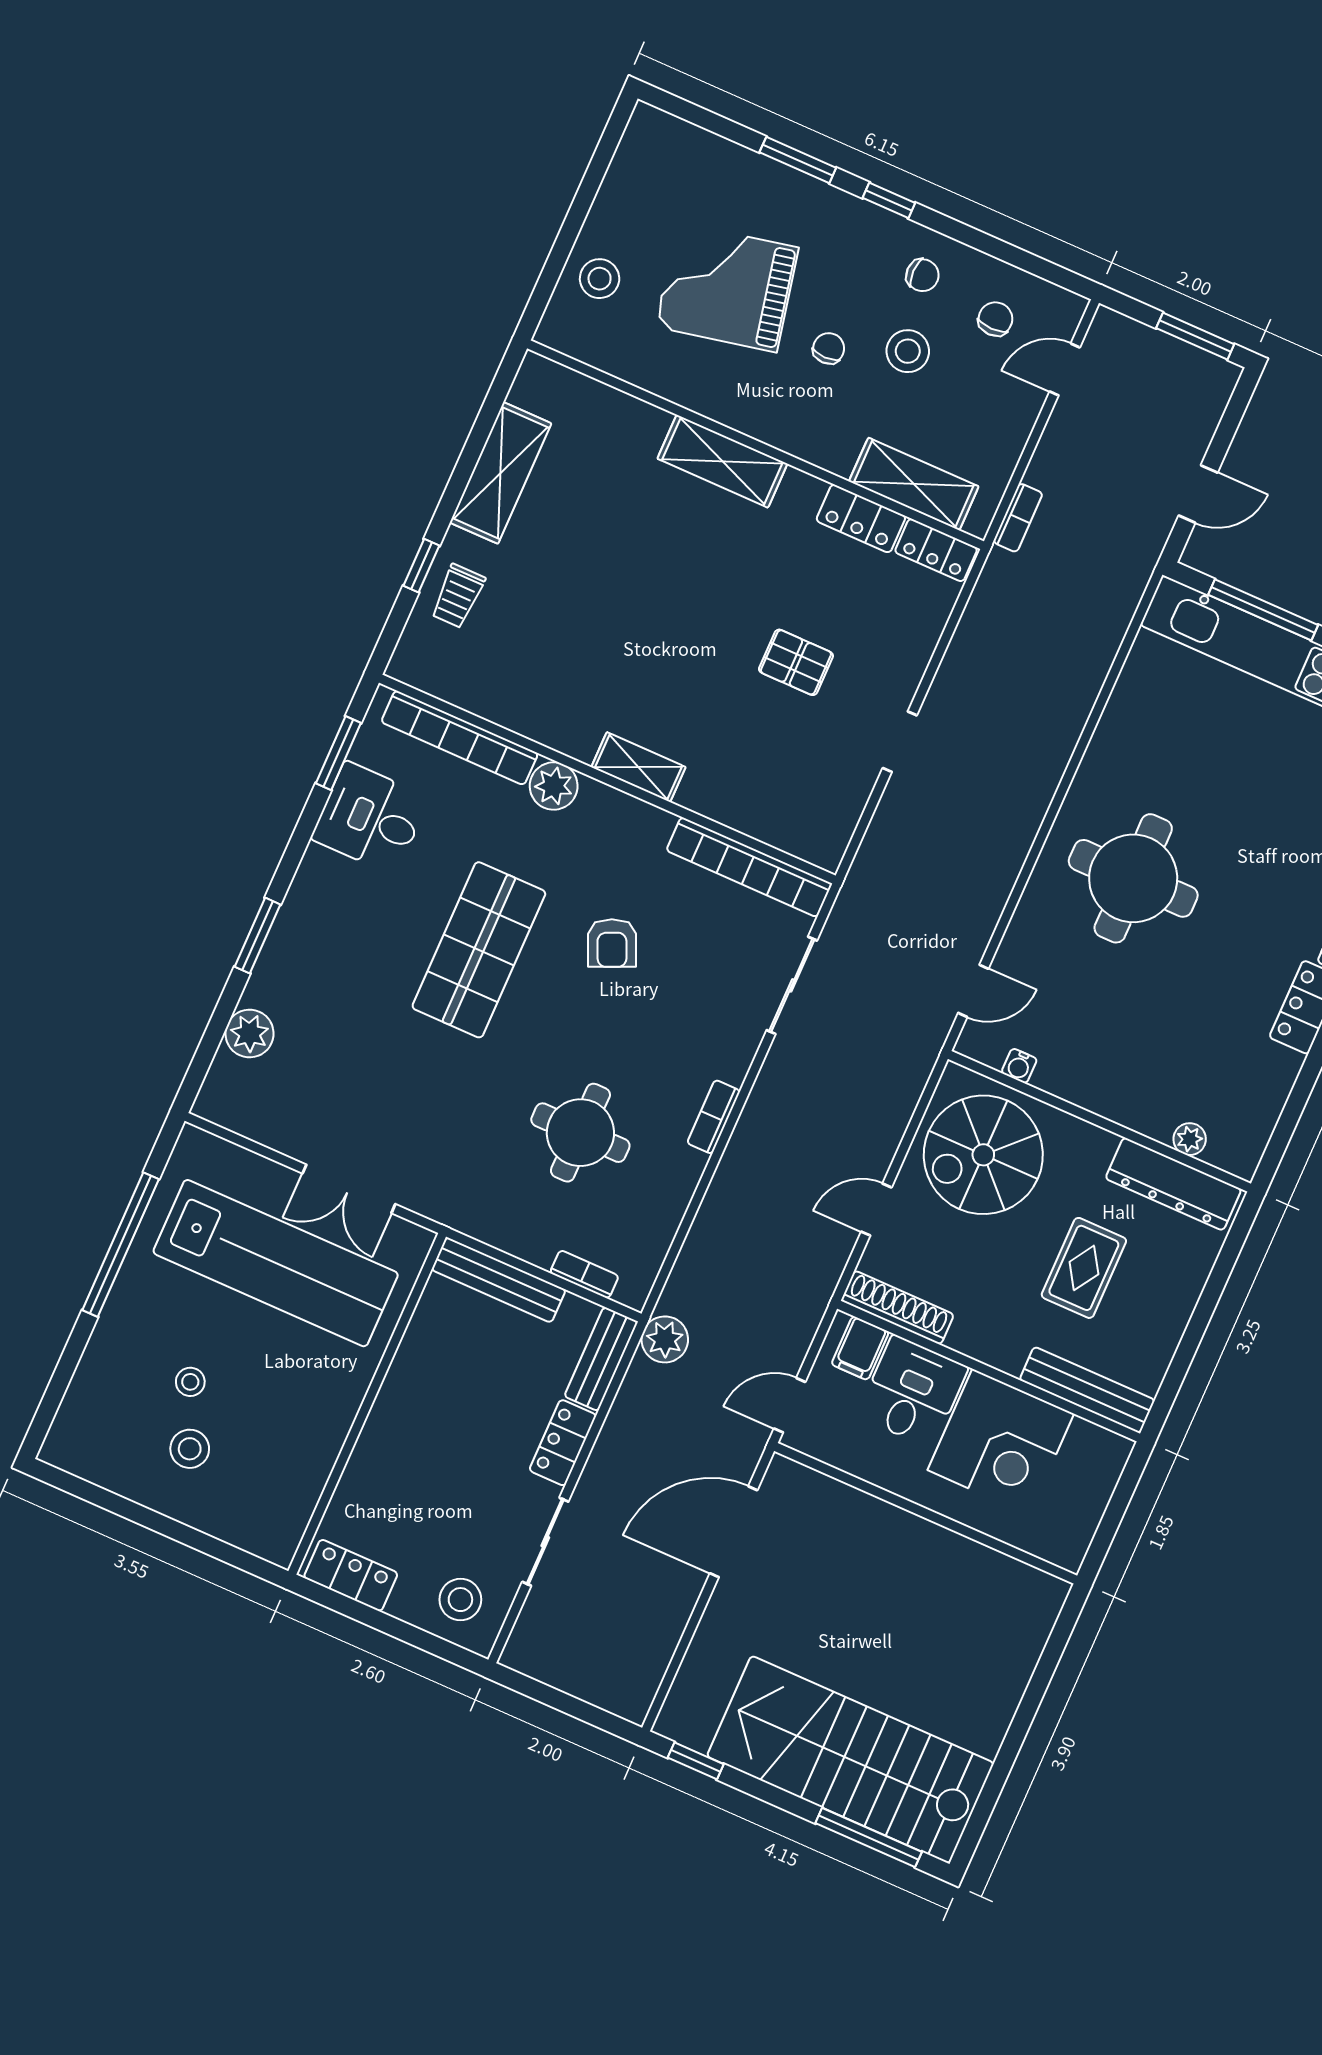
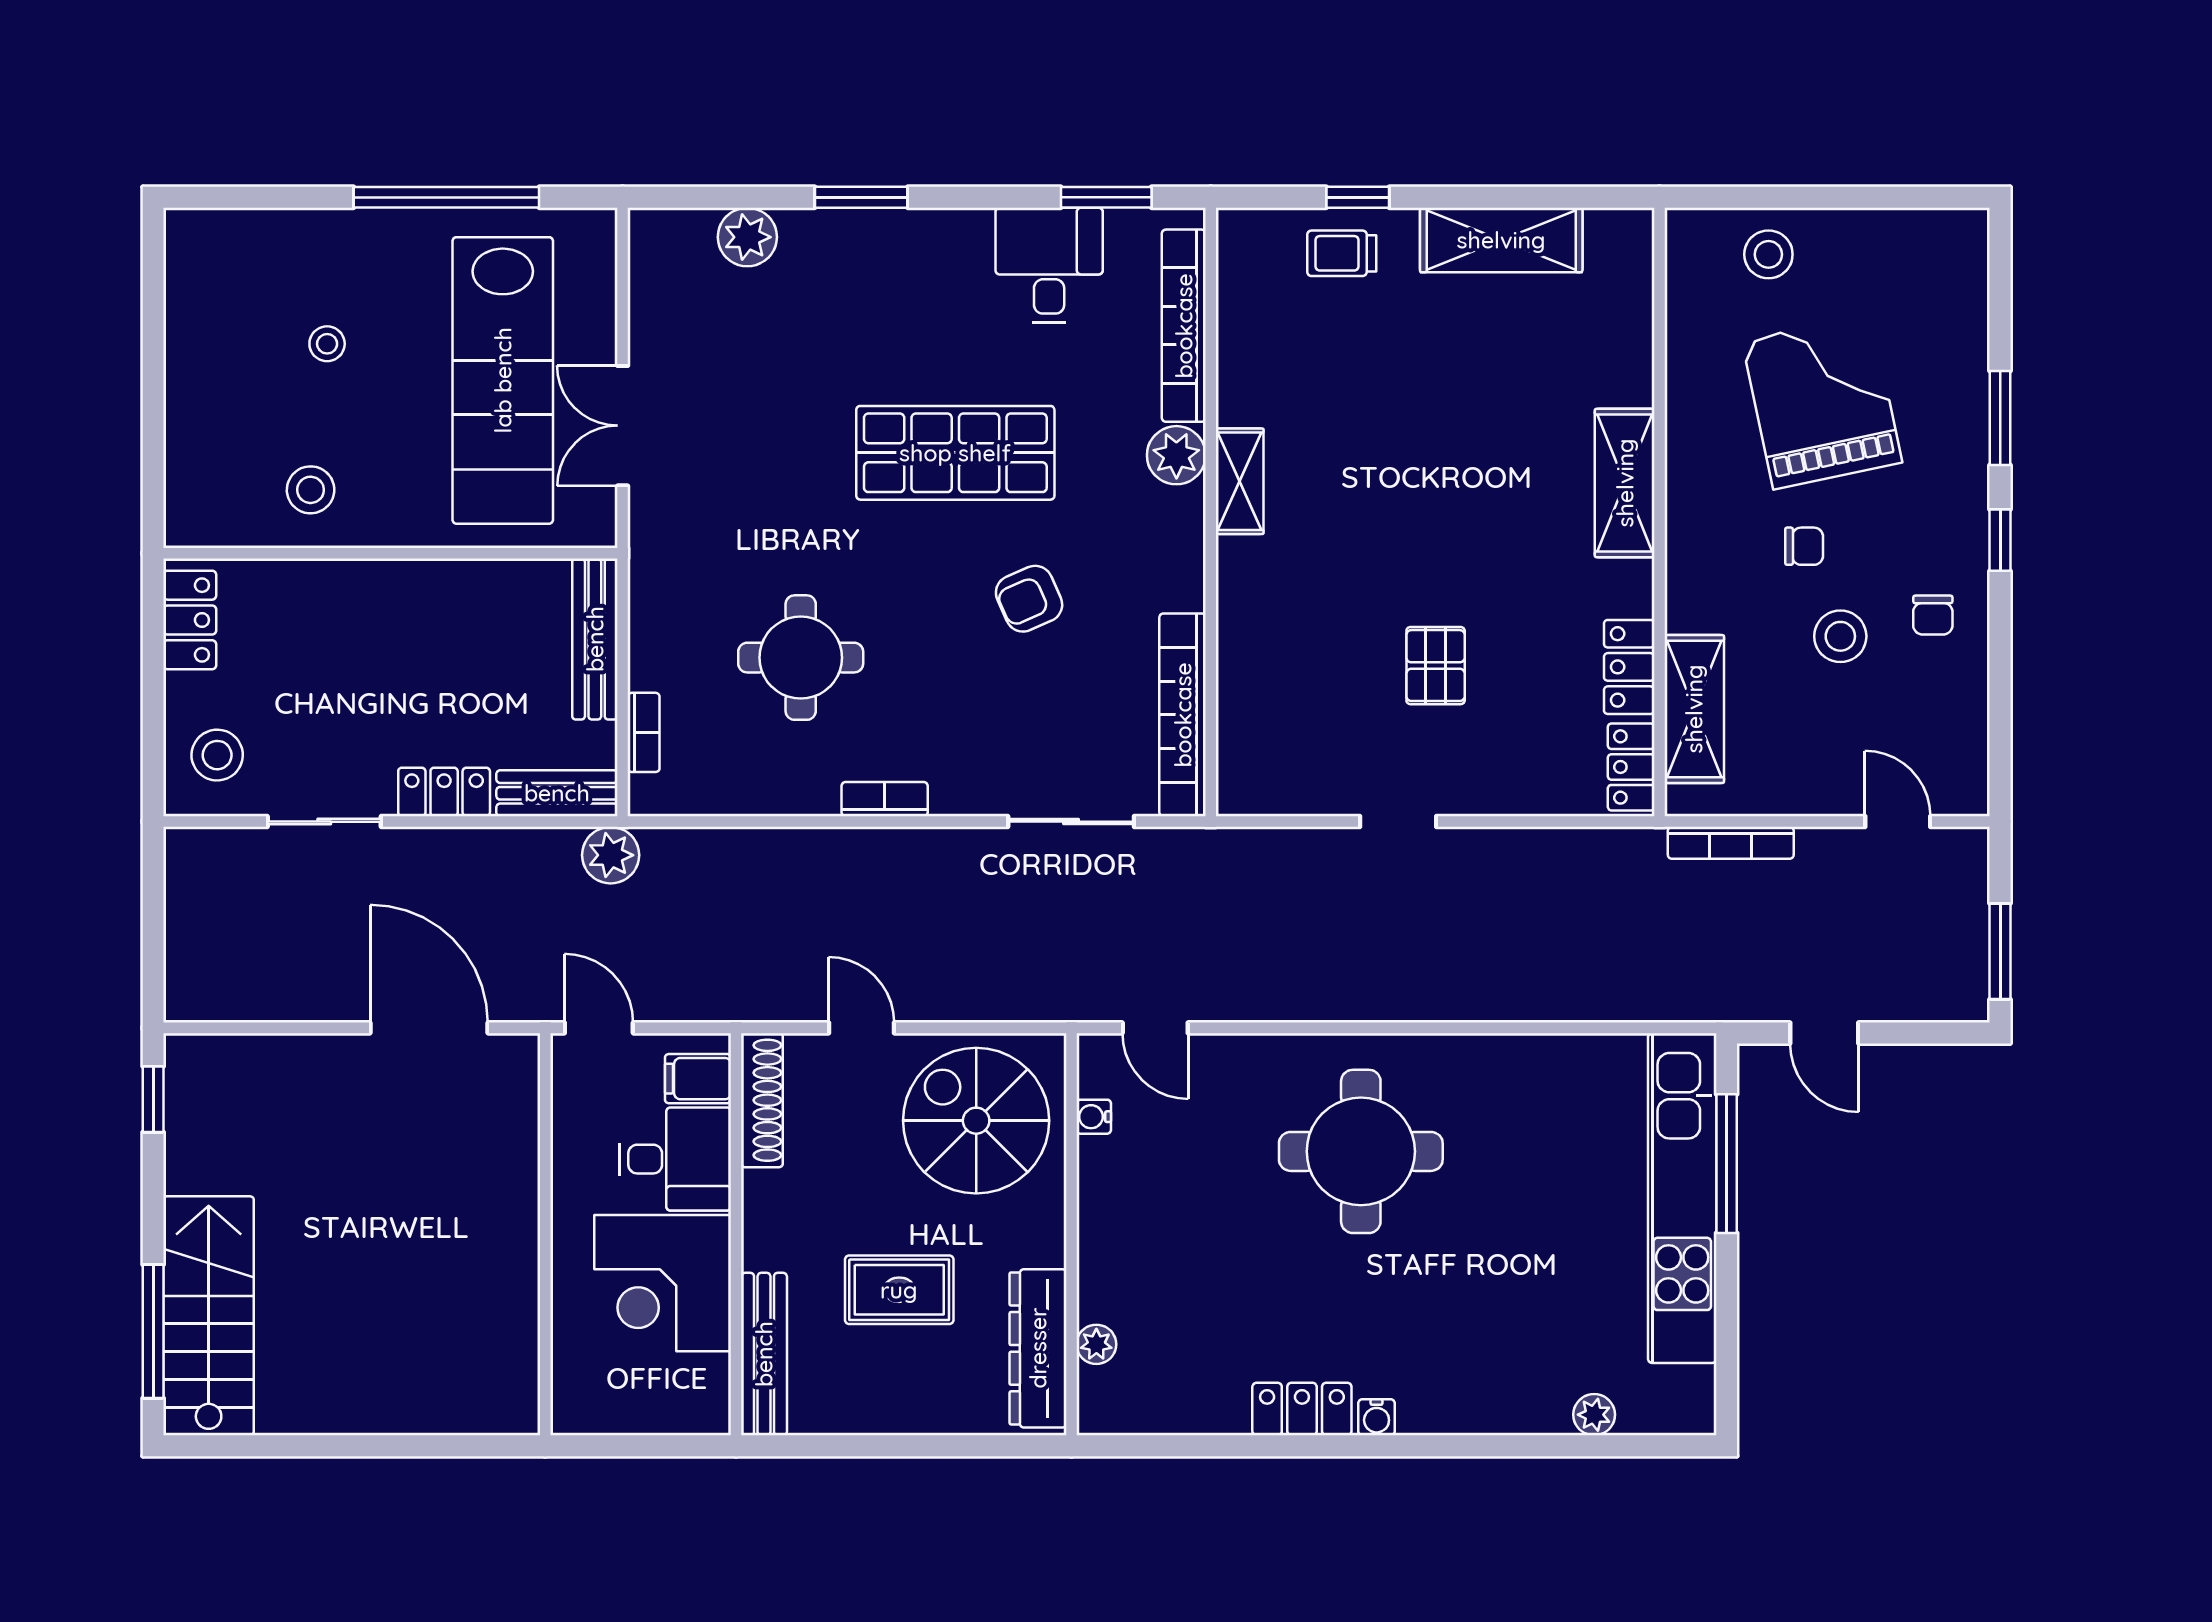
chair: (995, 319) -> (1920, 719), removed
bookcase: (1018, 518) -> (1731, 843), width x1.56
shelving: (638, 767) -> (1240, 481), moved
stool: (190, 1449) -> (311, 490), moved
stairs: (850, 1760) -> (209, 1316), width x0.73, depth x0.66

